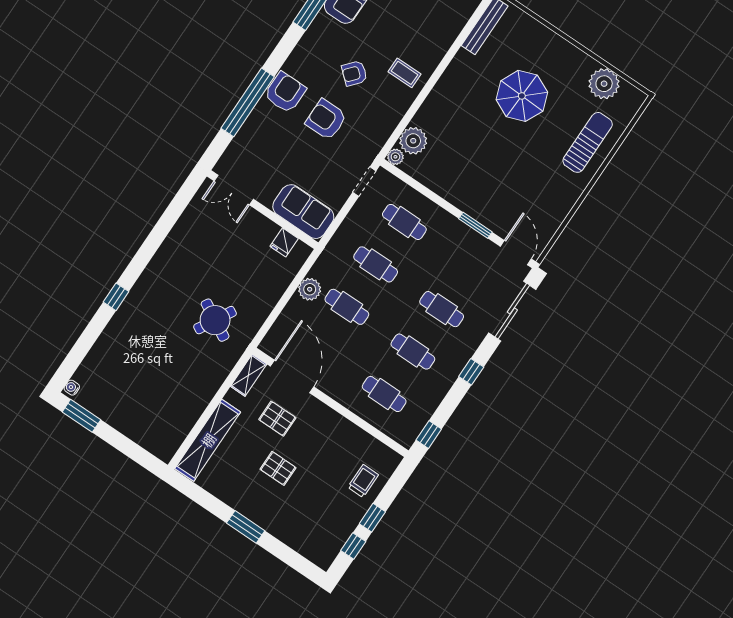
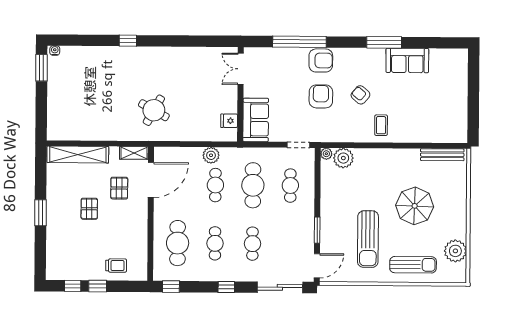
sun lounger: (524, 174) -> (368, 239), added
cafe table: (376, 264) -> (253, 185), width x1.37, depth x1.35
cafe table: (384, 394) -> (178, 243), width x1.37, depth x1.35

